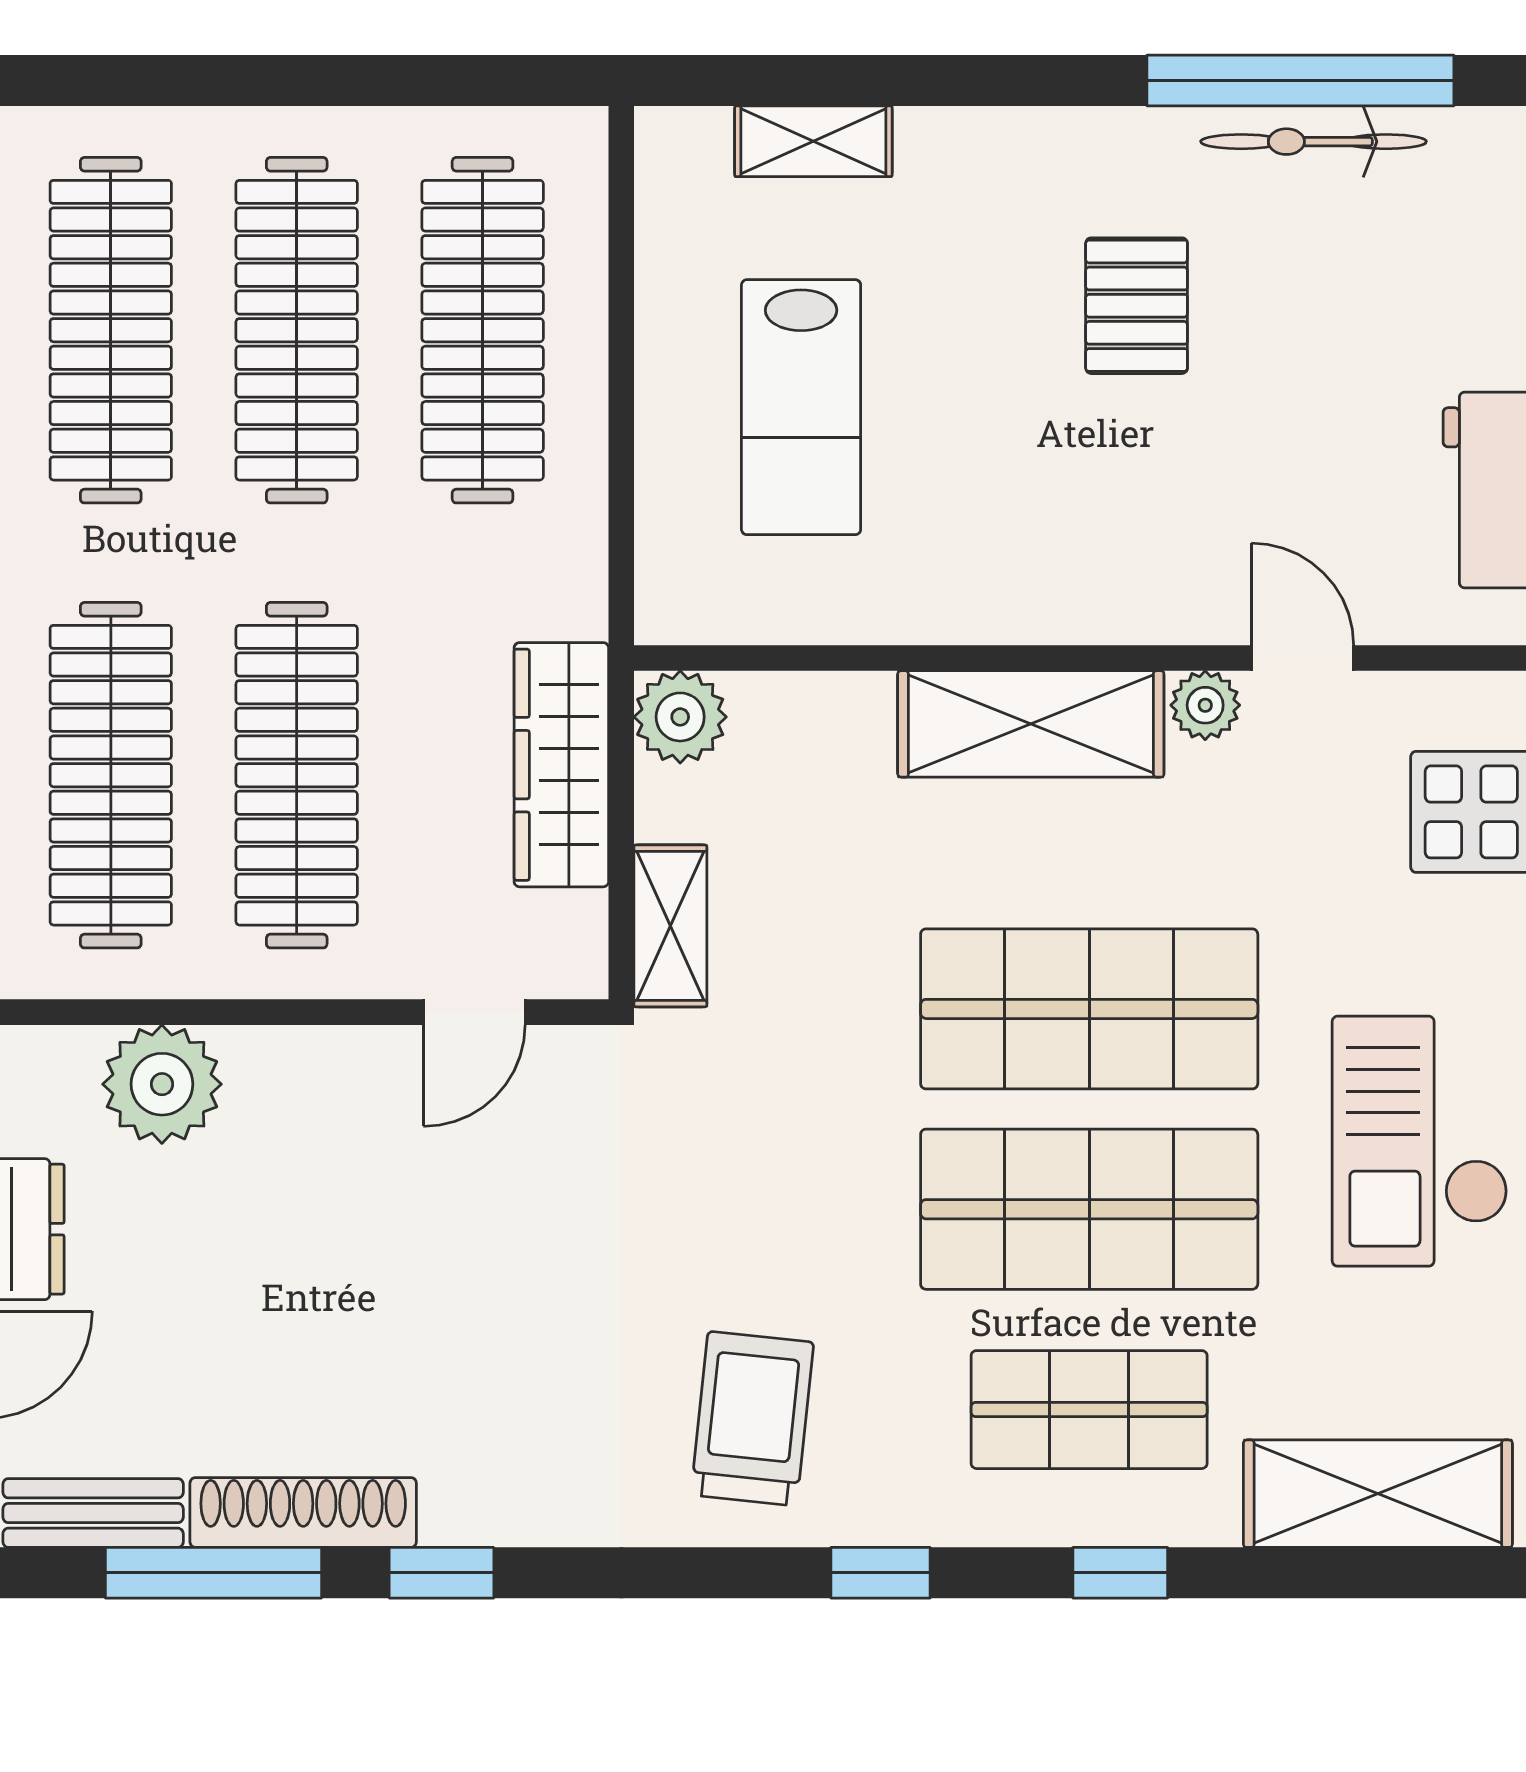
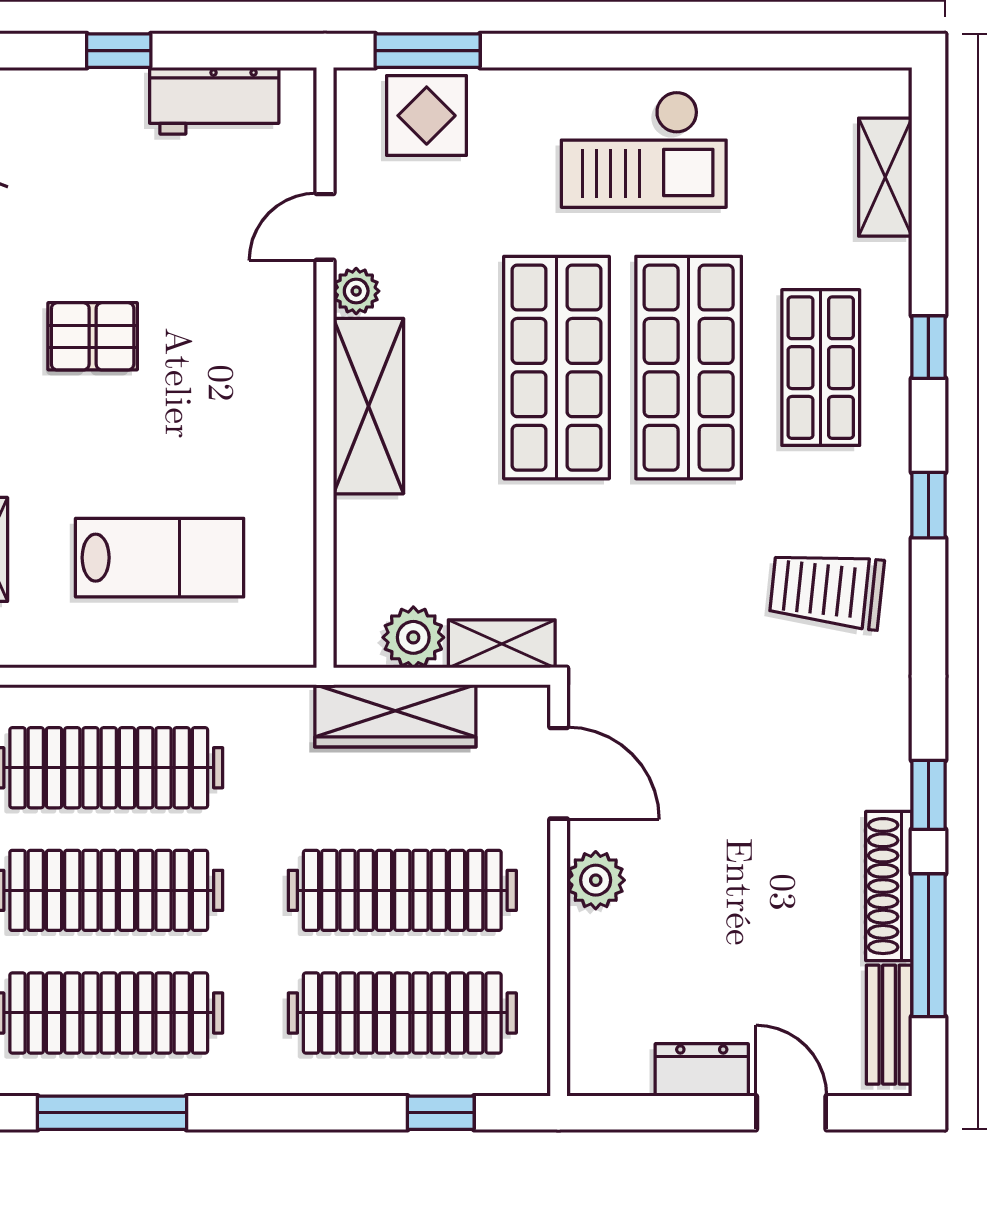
plant: (680, 717) -> (413, 637), moved
door: (474, 1012) -> (559, 773), width x1.38
plant: (162, 1084) -> (596, 880), moved, width x0.73, depth x0.73
shelving: (1378, 1494) -> (885, 177), width x0.67, depth x0.75

